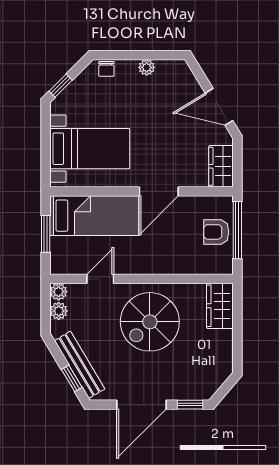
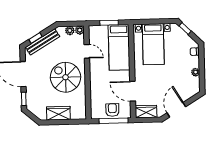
door: (159, 191) -> (133, 91), moved
wardrobe: (220, 306) -> (58, 113), moved

